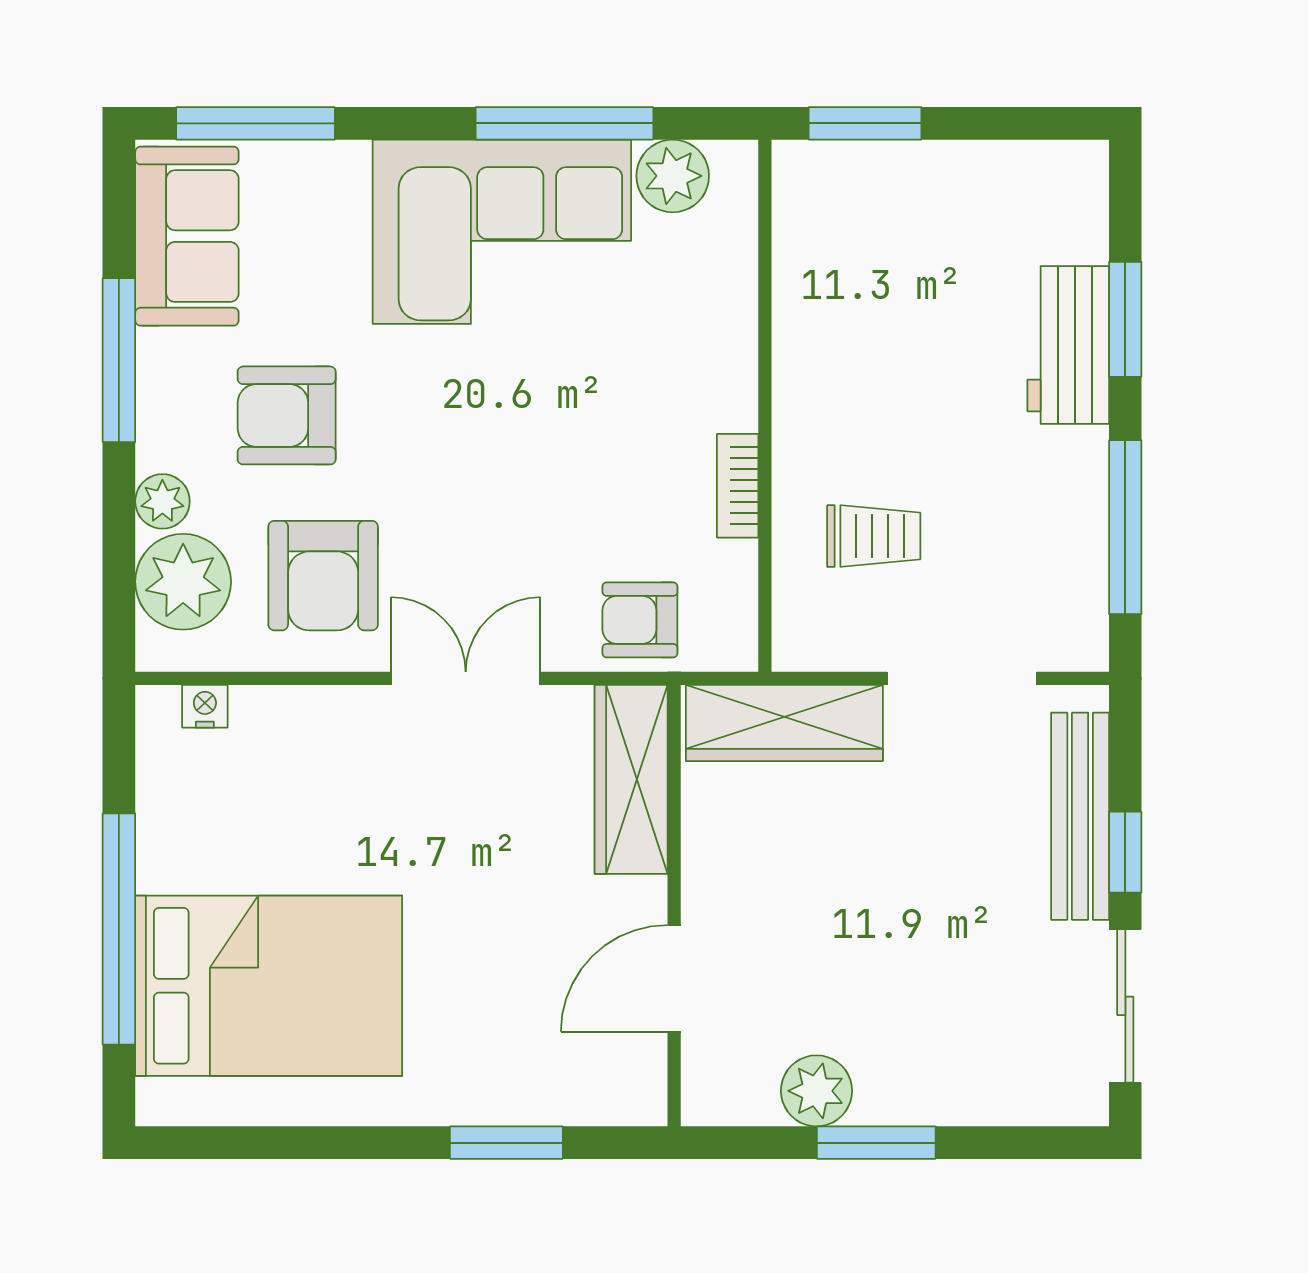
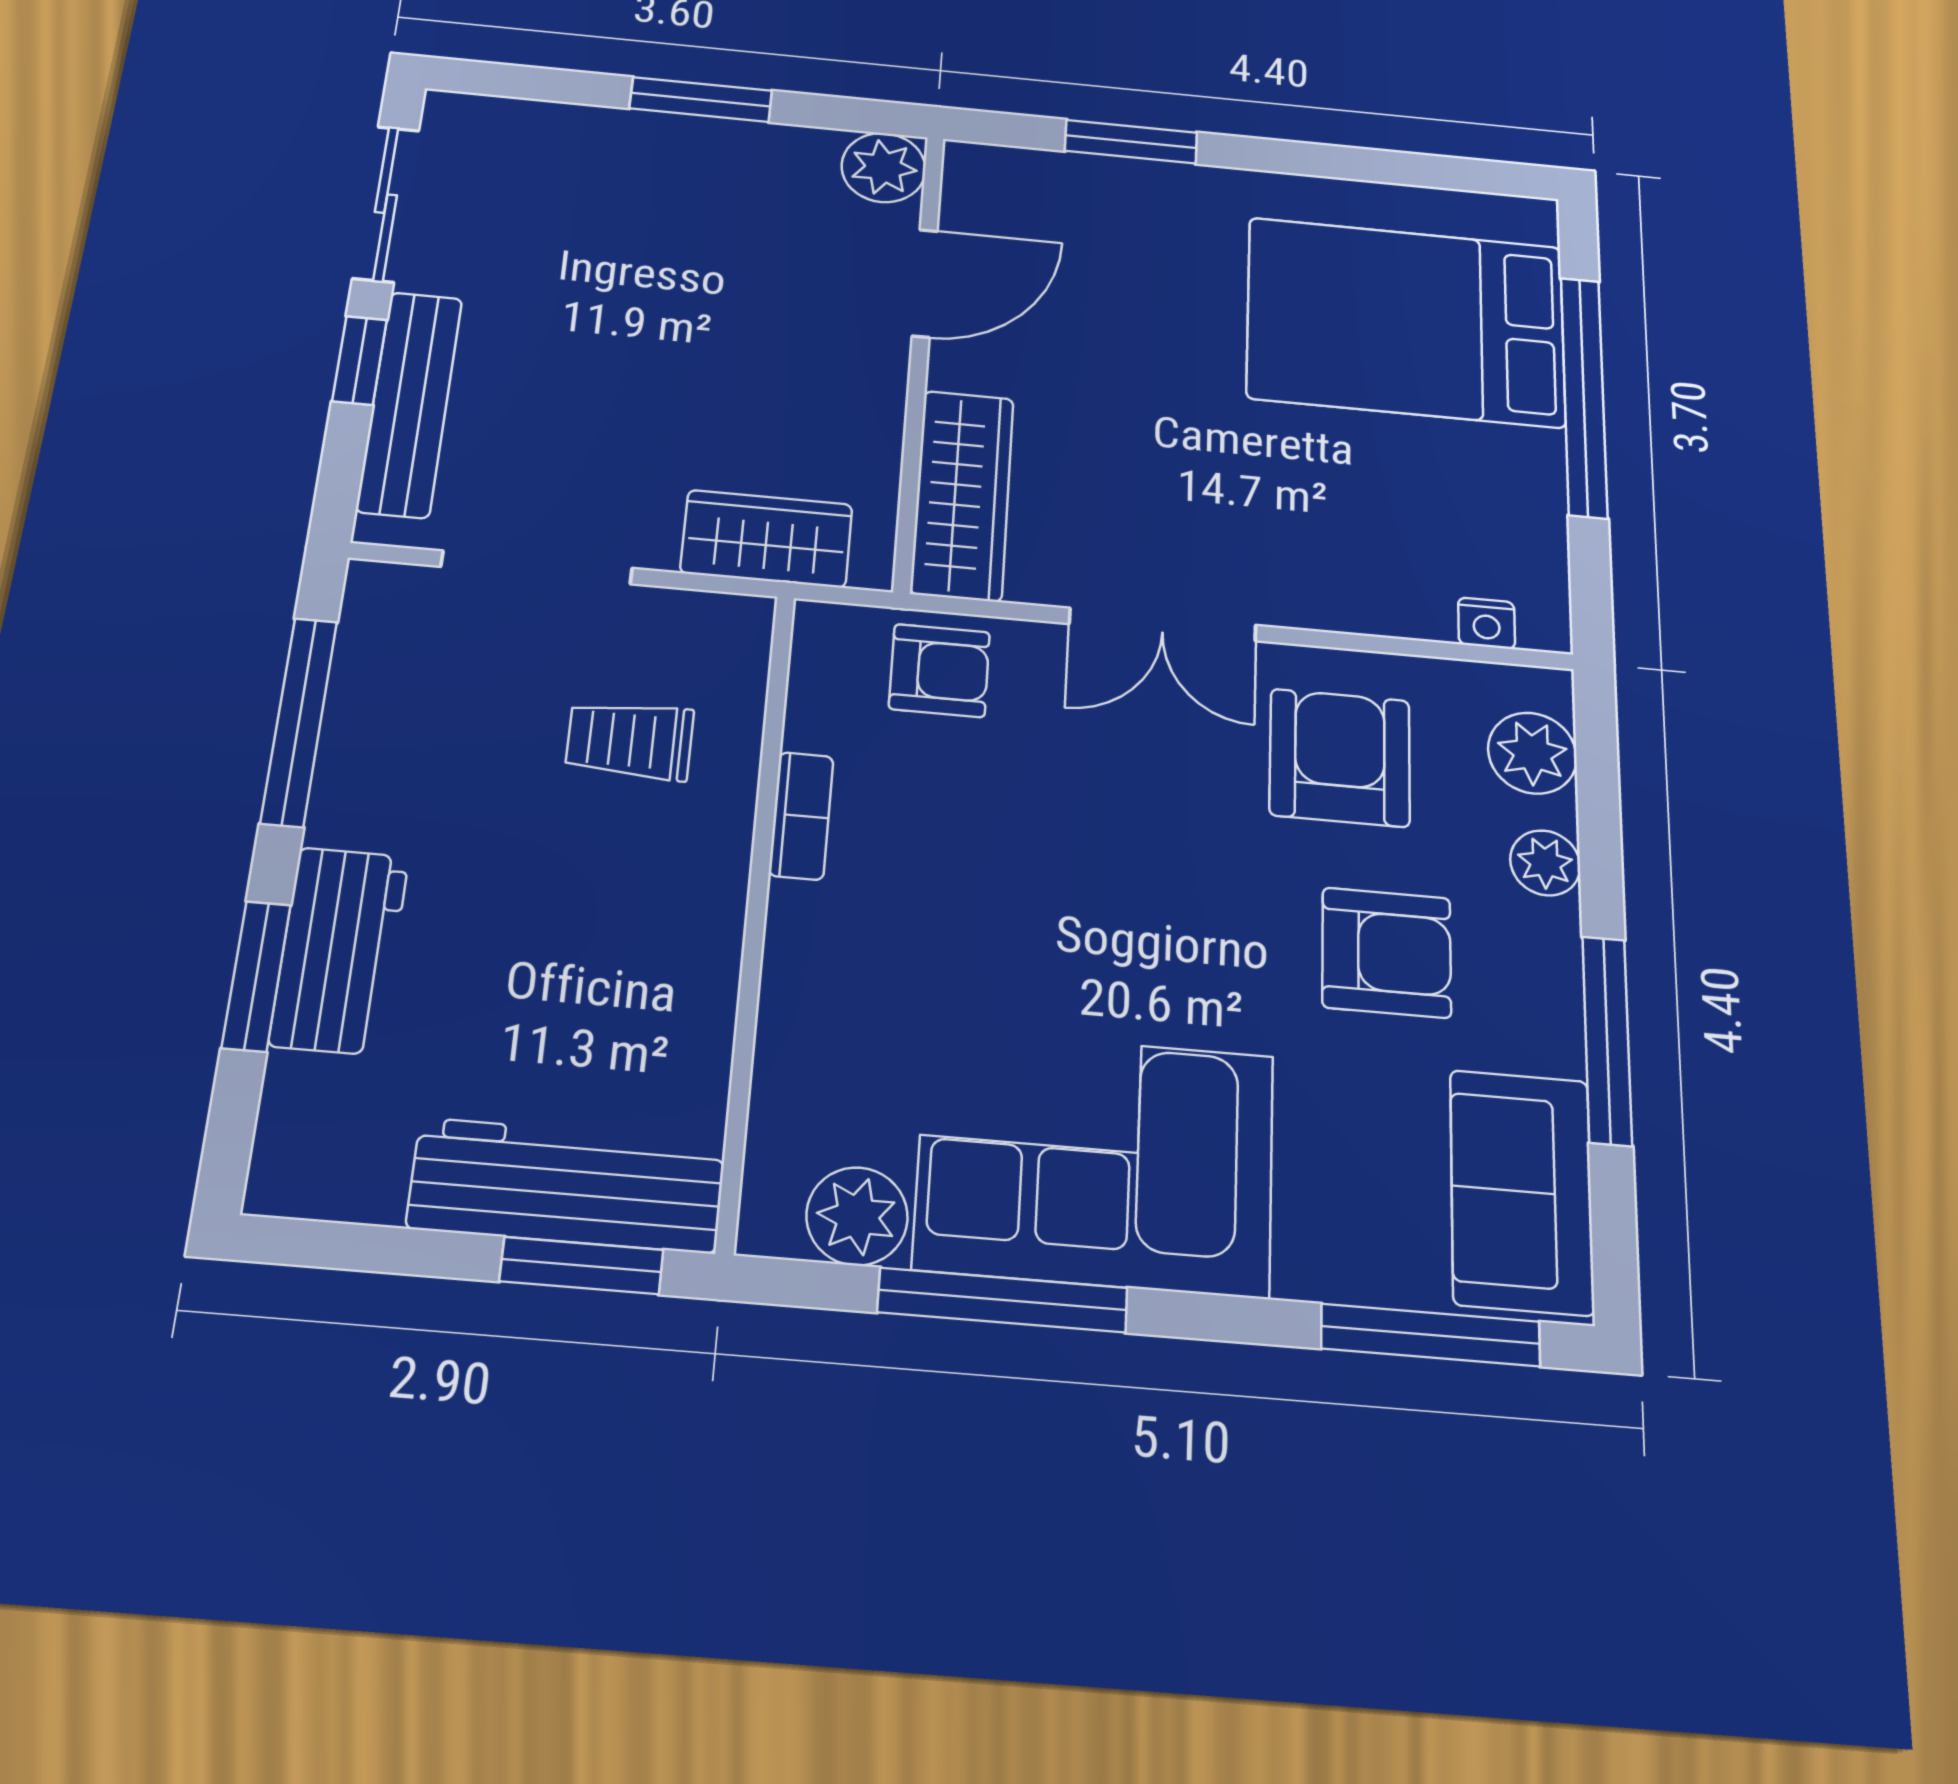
workbench: (882, 181) -> (567, 1185), added
plant: (183, 582) -> (1532, 753), width x0.73, depth x0.73
wardrobe: (784, 723) -> (767, 539), width x0.67
plant: (816, 1091) -> (884, 168), moved

